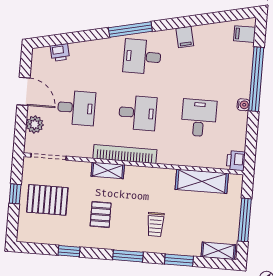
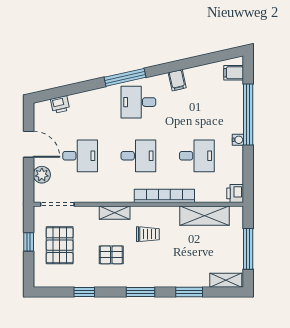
desk: (199, 118) -> (197, 156), turned 90
bookcase: (125, 154) -> (164, 196), moved
pallet: (47, 200) -> (60, 245), turned 90
pallet: (101, 214) -> (111, 255), turned 90
trolley: (155, 224) -> (148, 234), moved, turned -90

